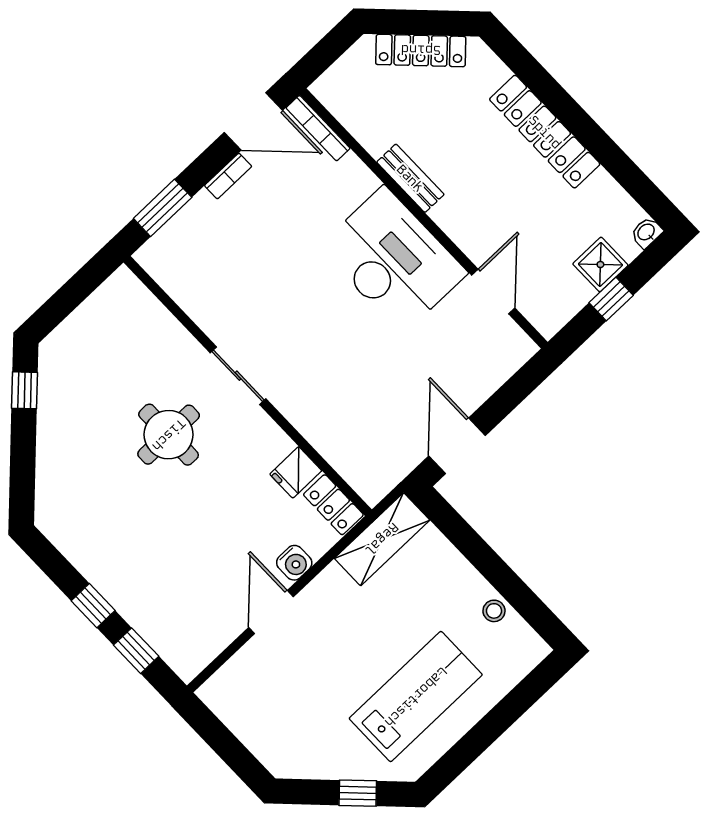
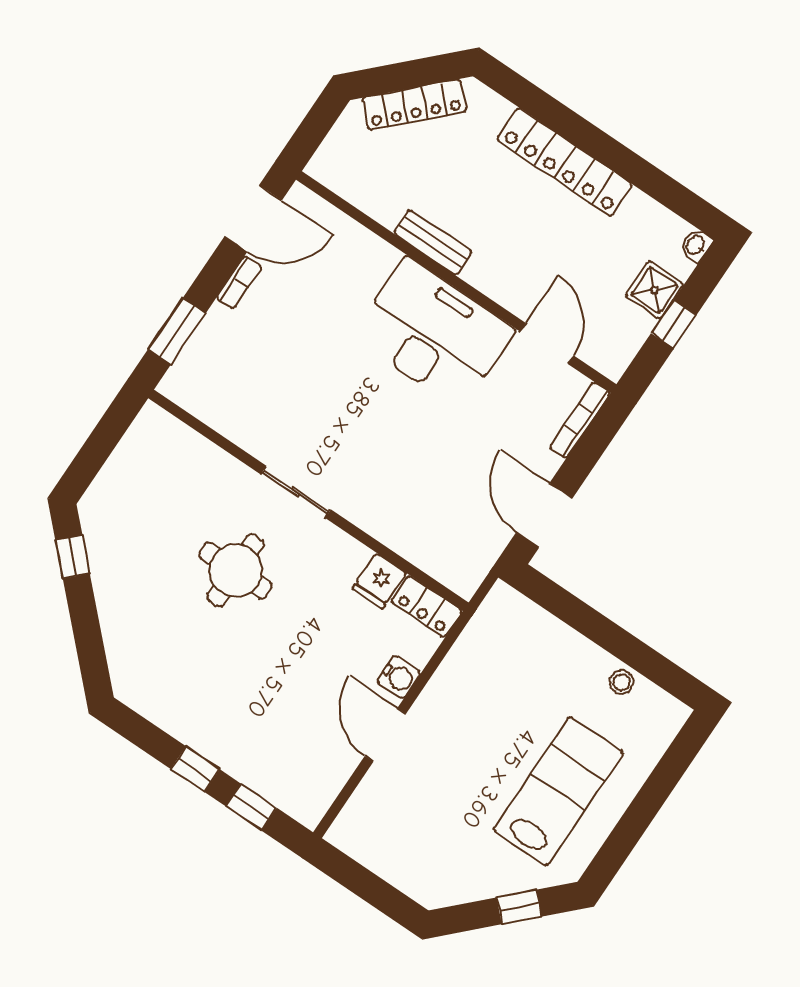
bookcase: (318, 128) -> (580, 420), moved, turned 90
shelving: (382, 539) -> (486, 632), removed

